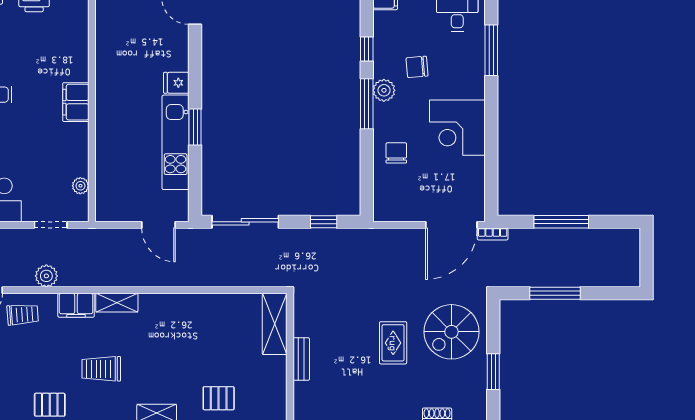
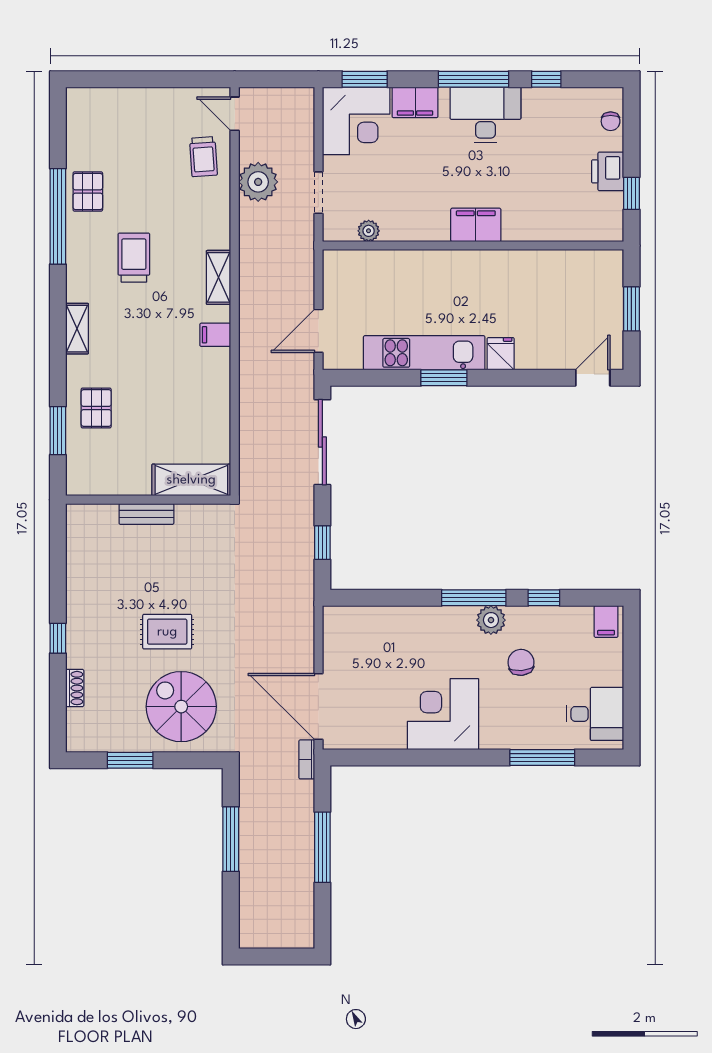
chair: (396, 153) -> (411, 636), removed
plant: (46, 276) -> (258, 182), width x1.36, depth x1.36
filing cabinet: (76, 305) -> (215, 335), moved, width x0.50

